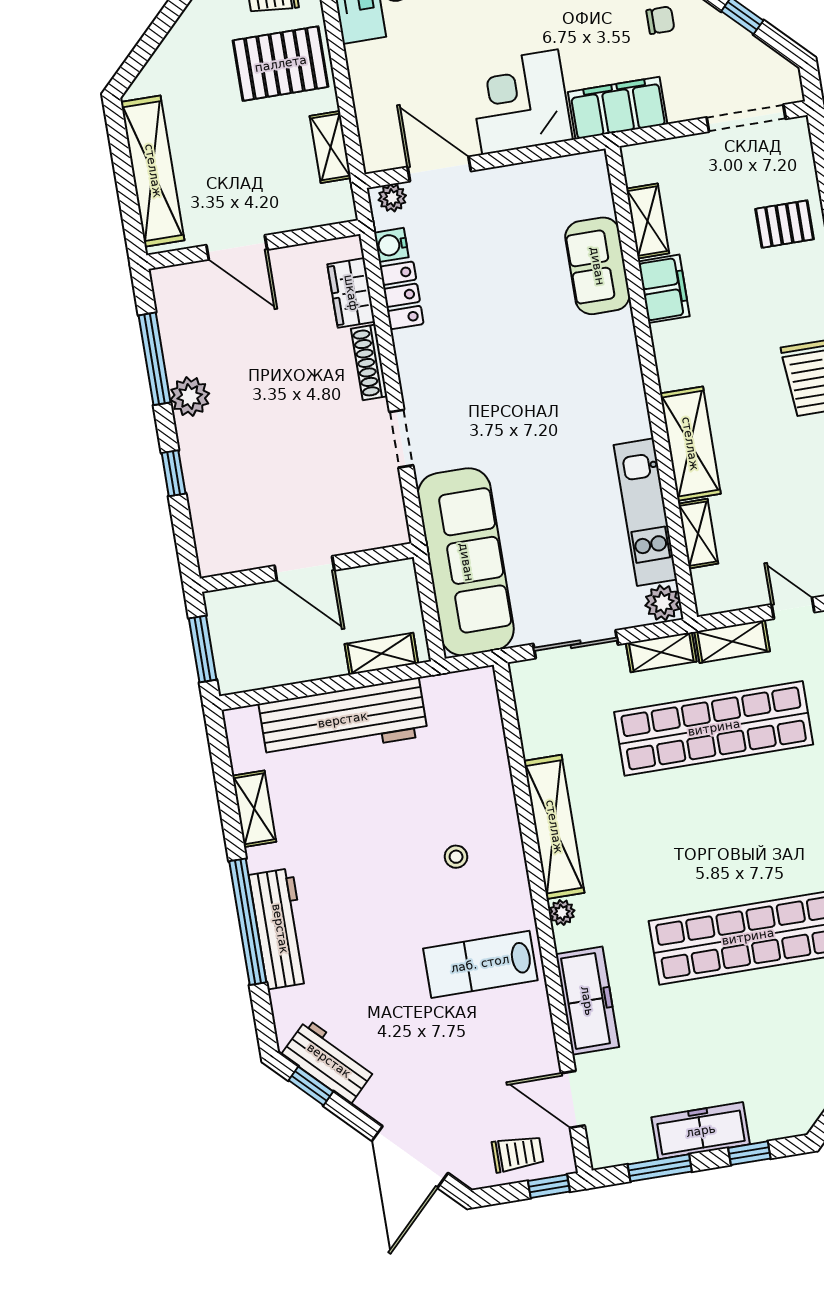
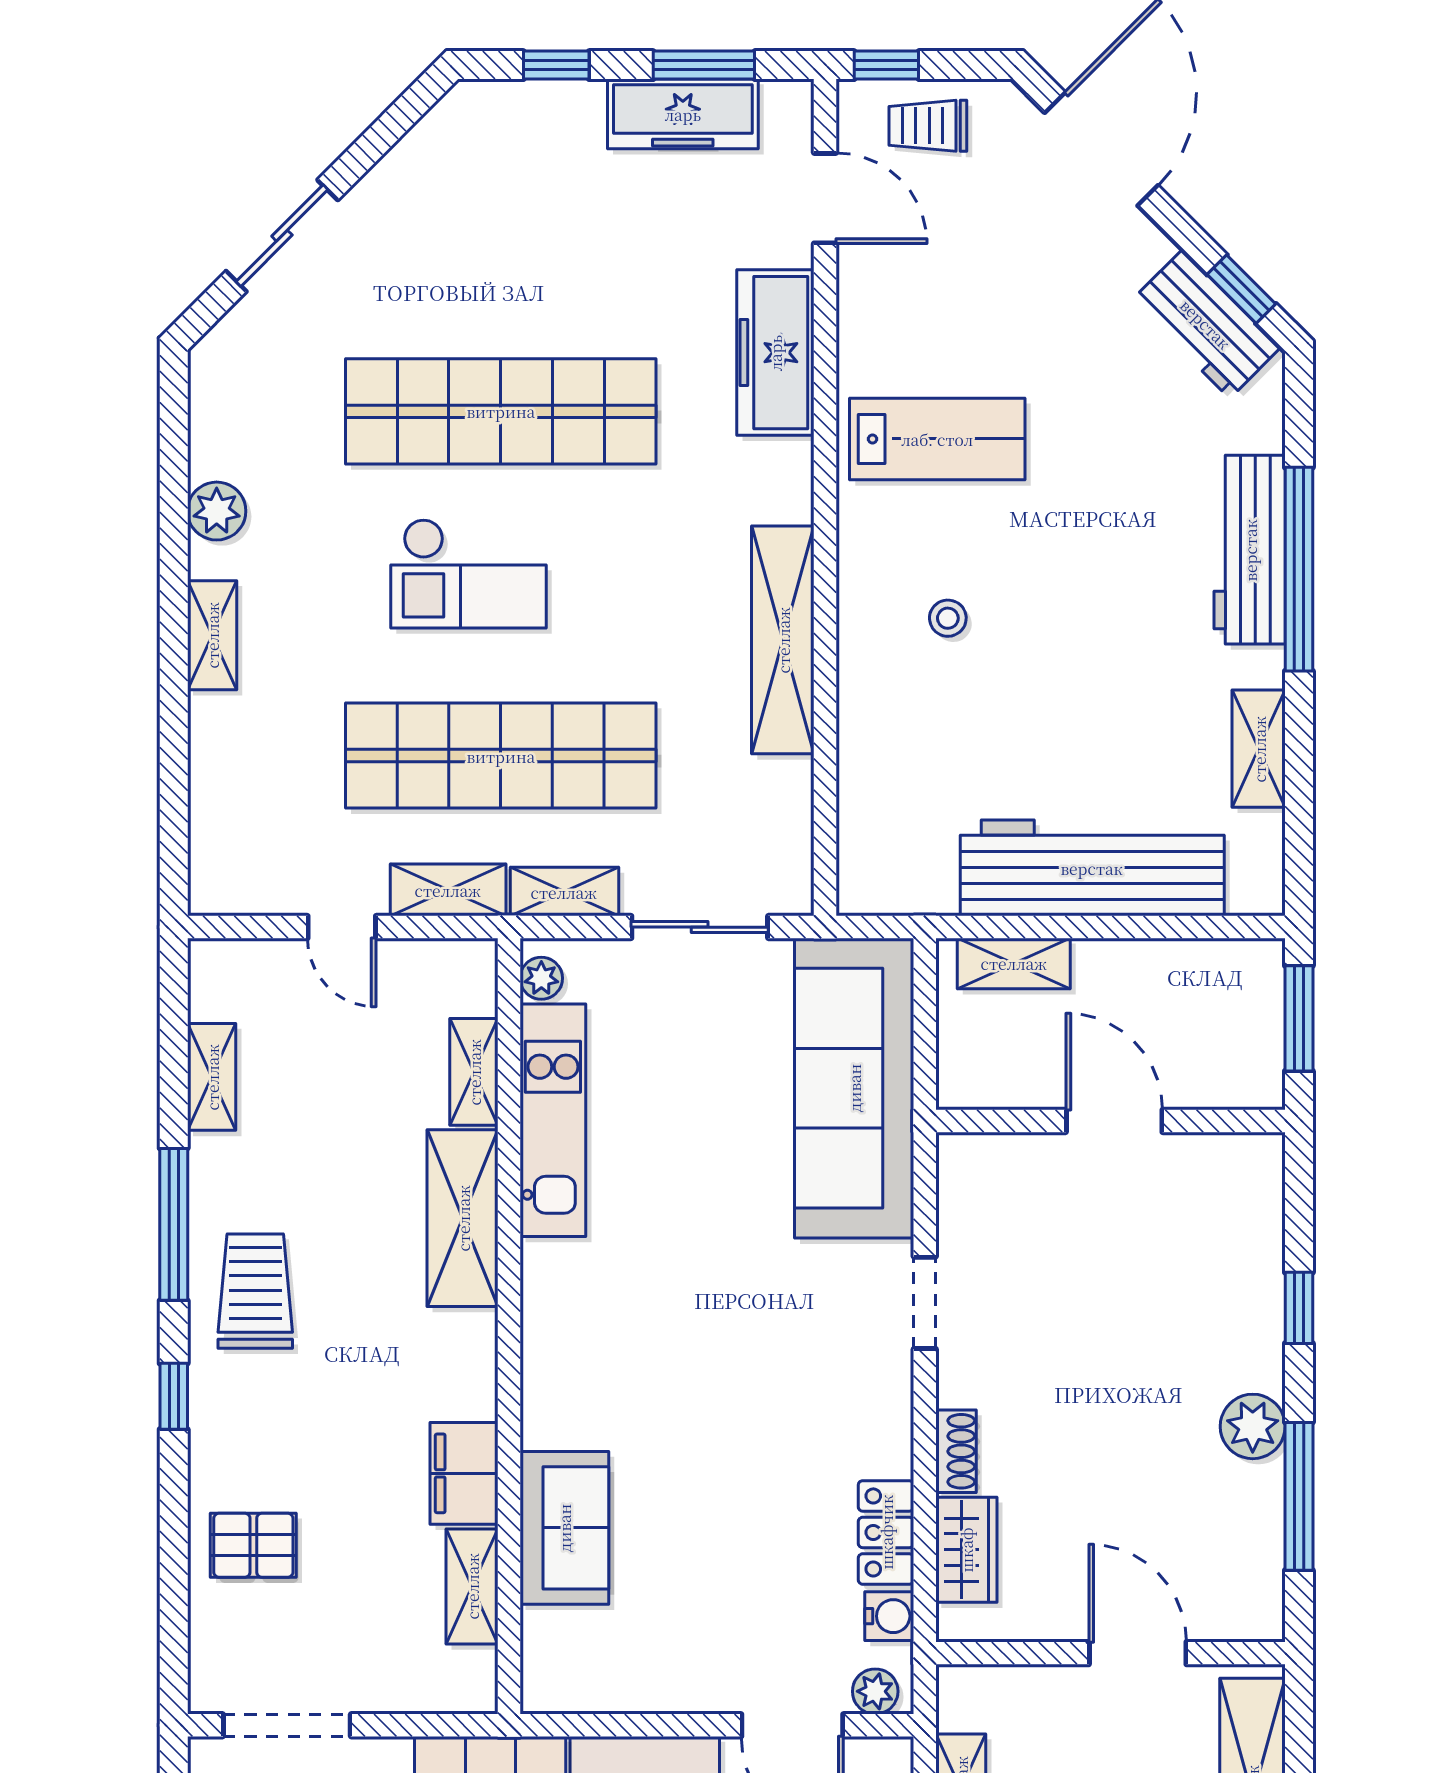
shoe rack: (369, 362) -> (956, 1451), width x0.70
plant: (663, 603) -> (541, 978), width x0.73, depth x0.73
checkout: (752, 836) -> (469, 574), added
plant: (562, 912) -> (793, 501), removed
freezer: (701, 1131) -> (683, 114), moved

